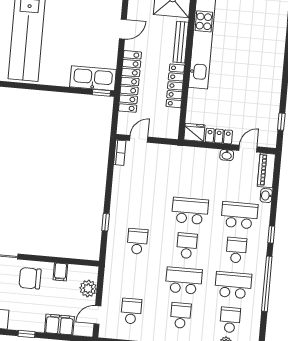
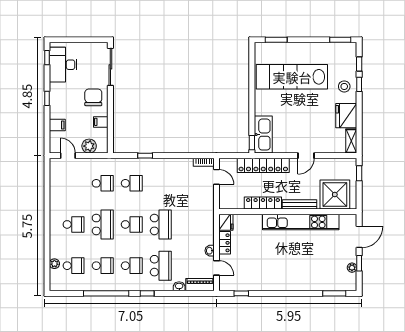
door: (123, 29) -> (306, 156), hinge flipped
school desk: (233, 285) -> (103, 266), width x0.54
school desk: (131, 311) -> (103, 183), moved
filing cabinet: (59, 325) -> (57, 125), width x0.50

